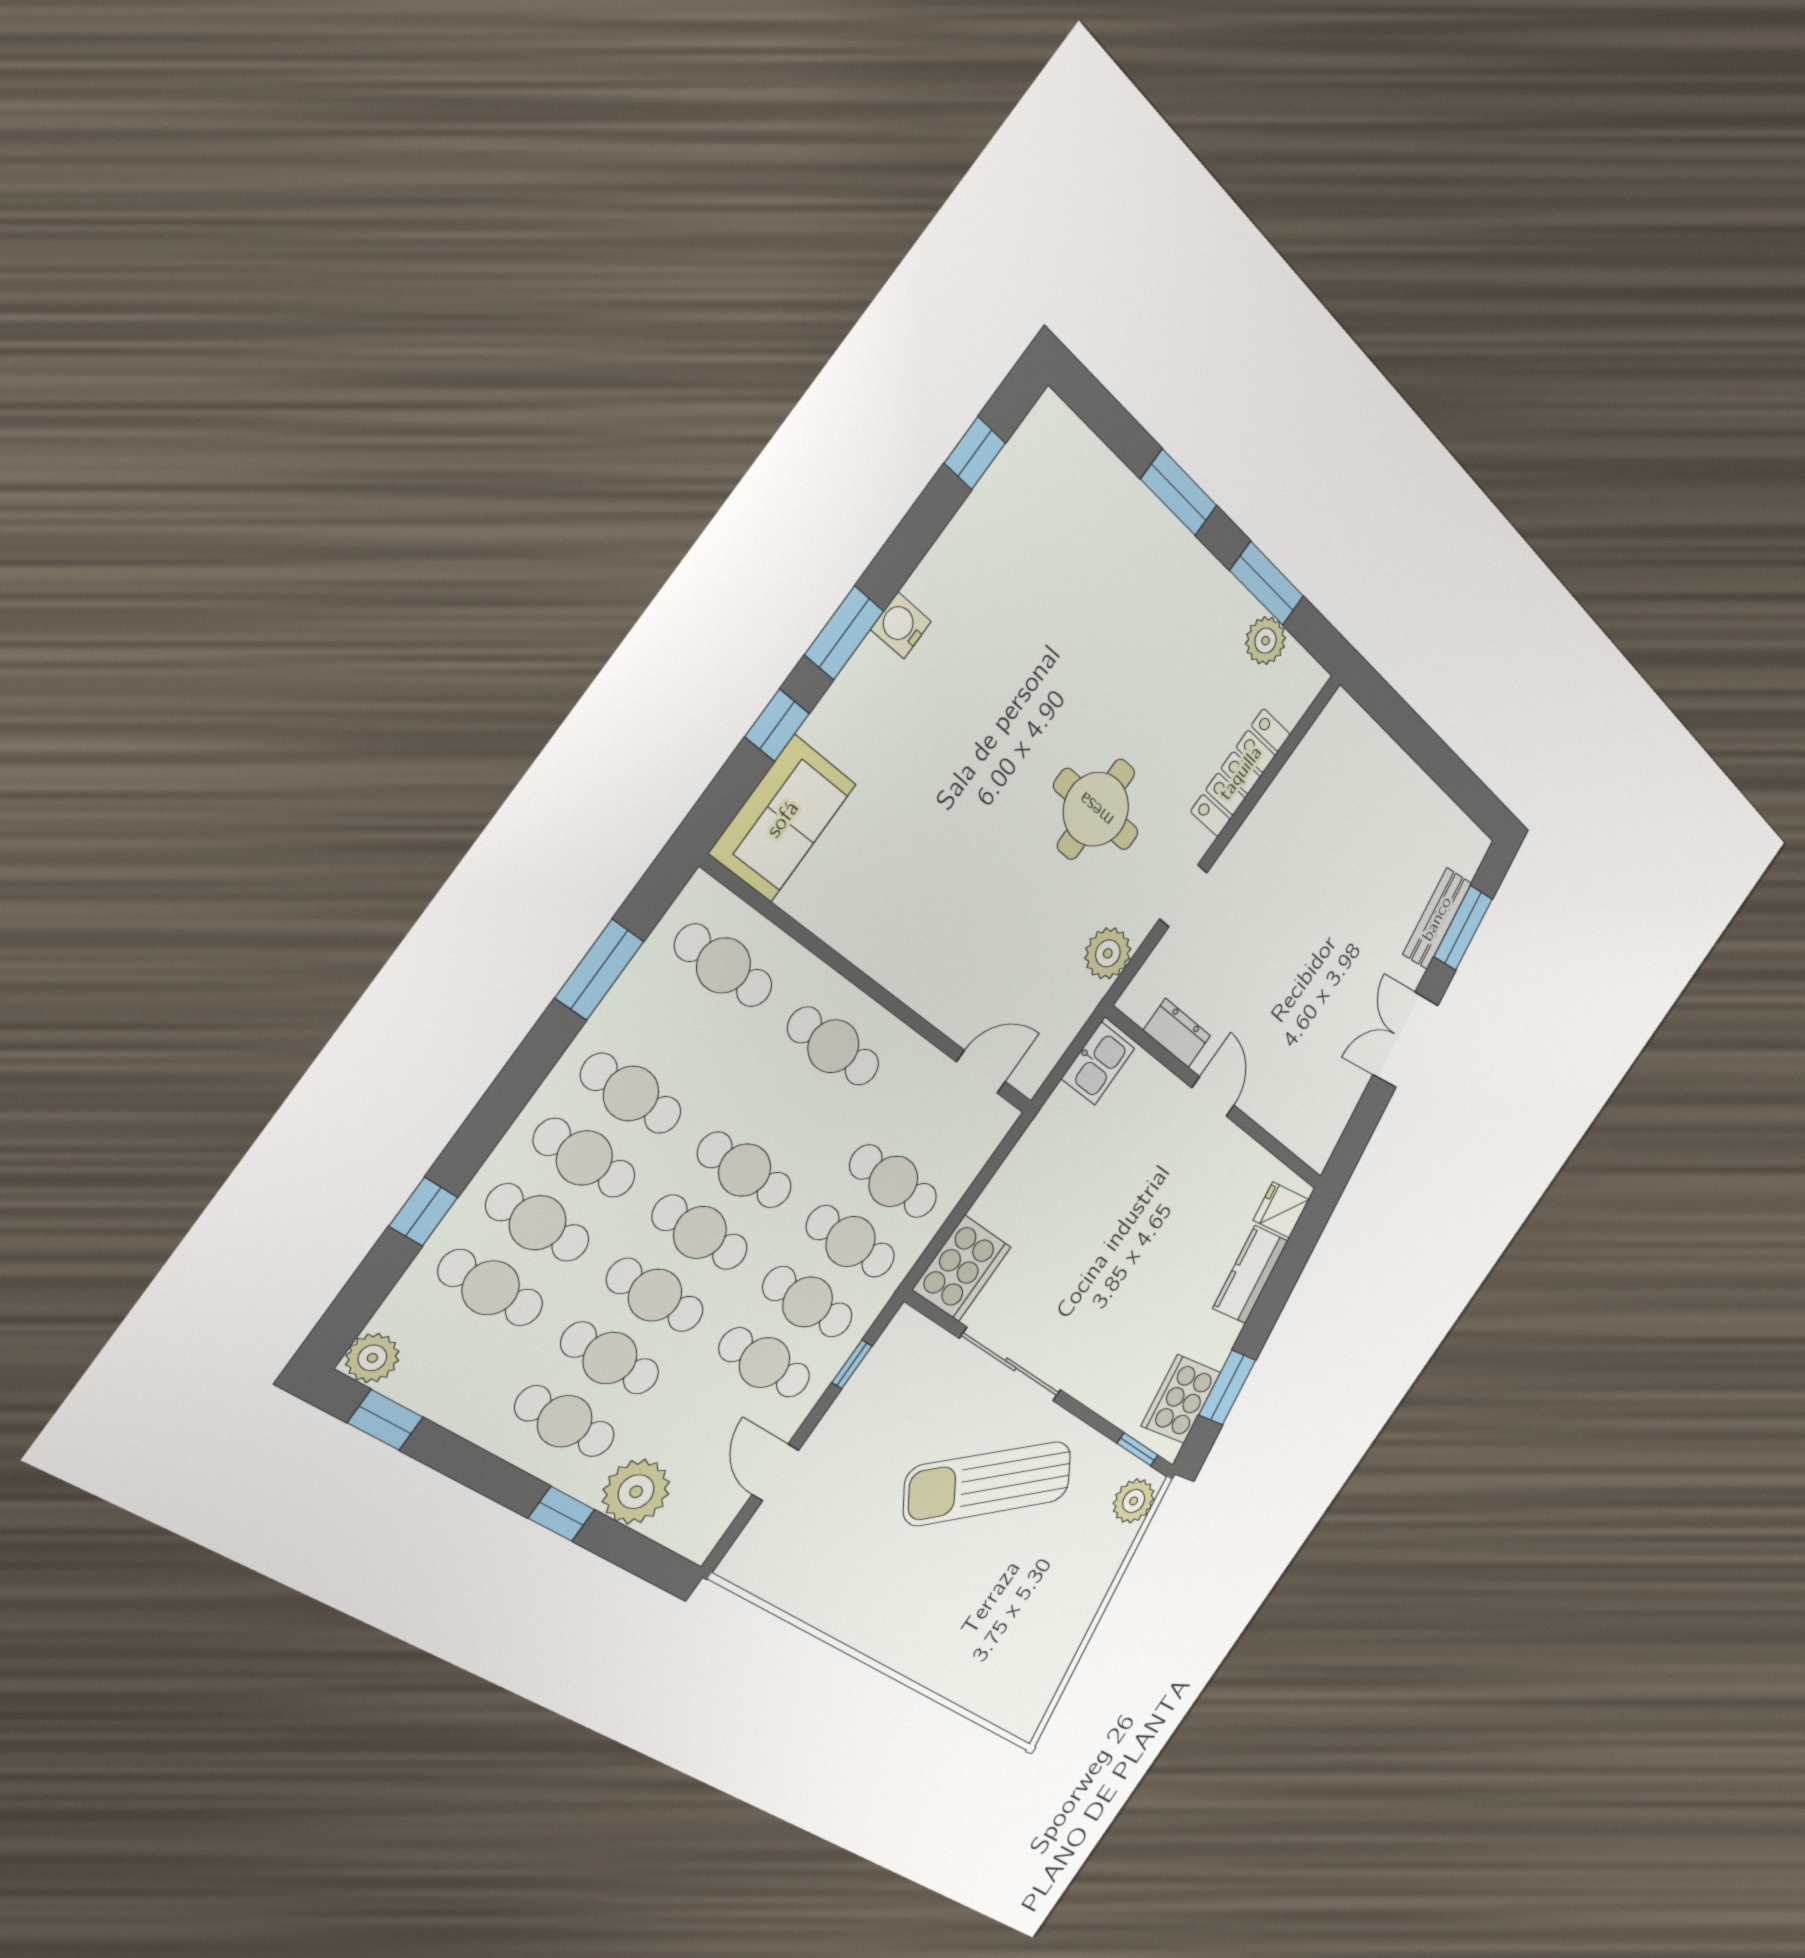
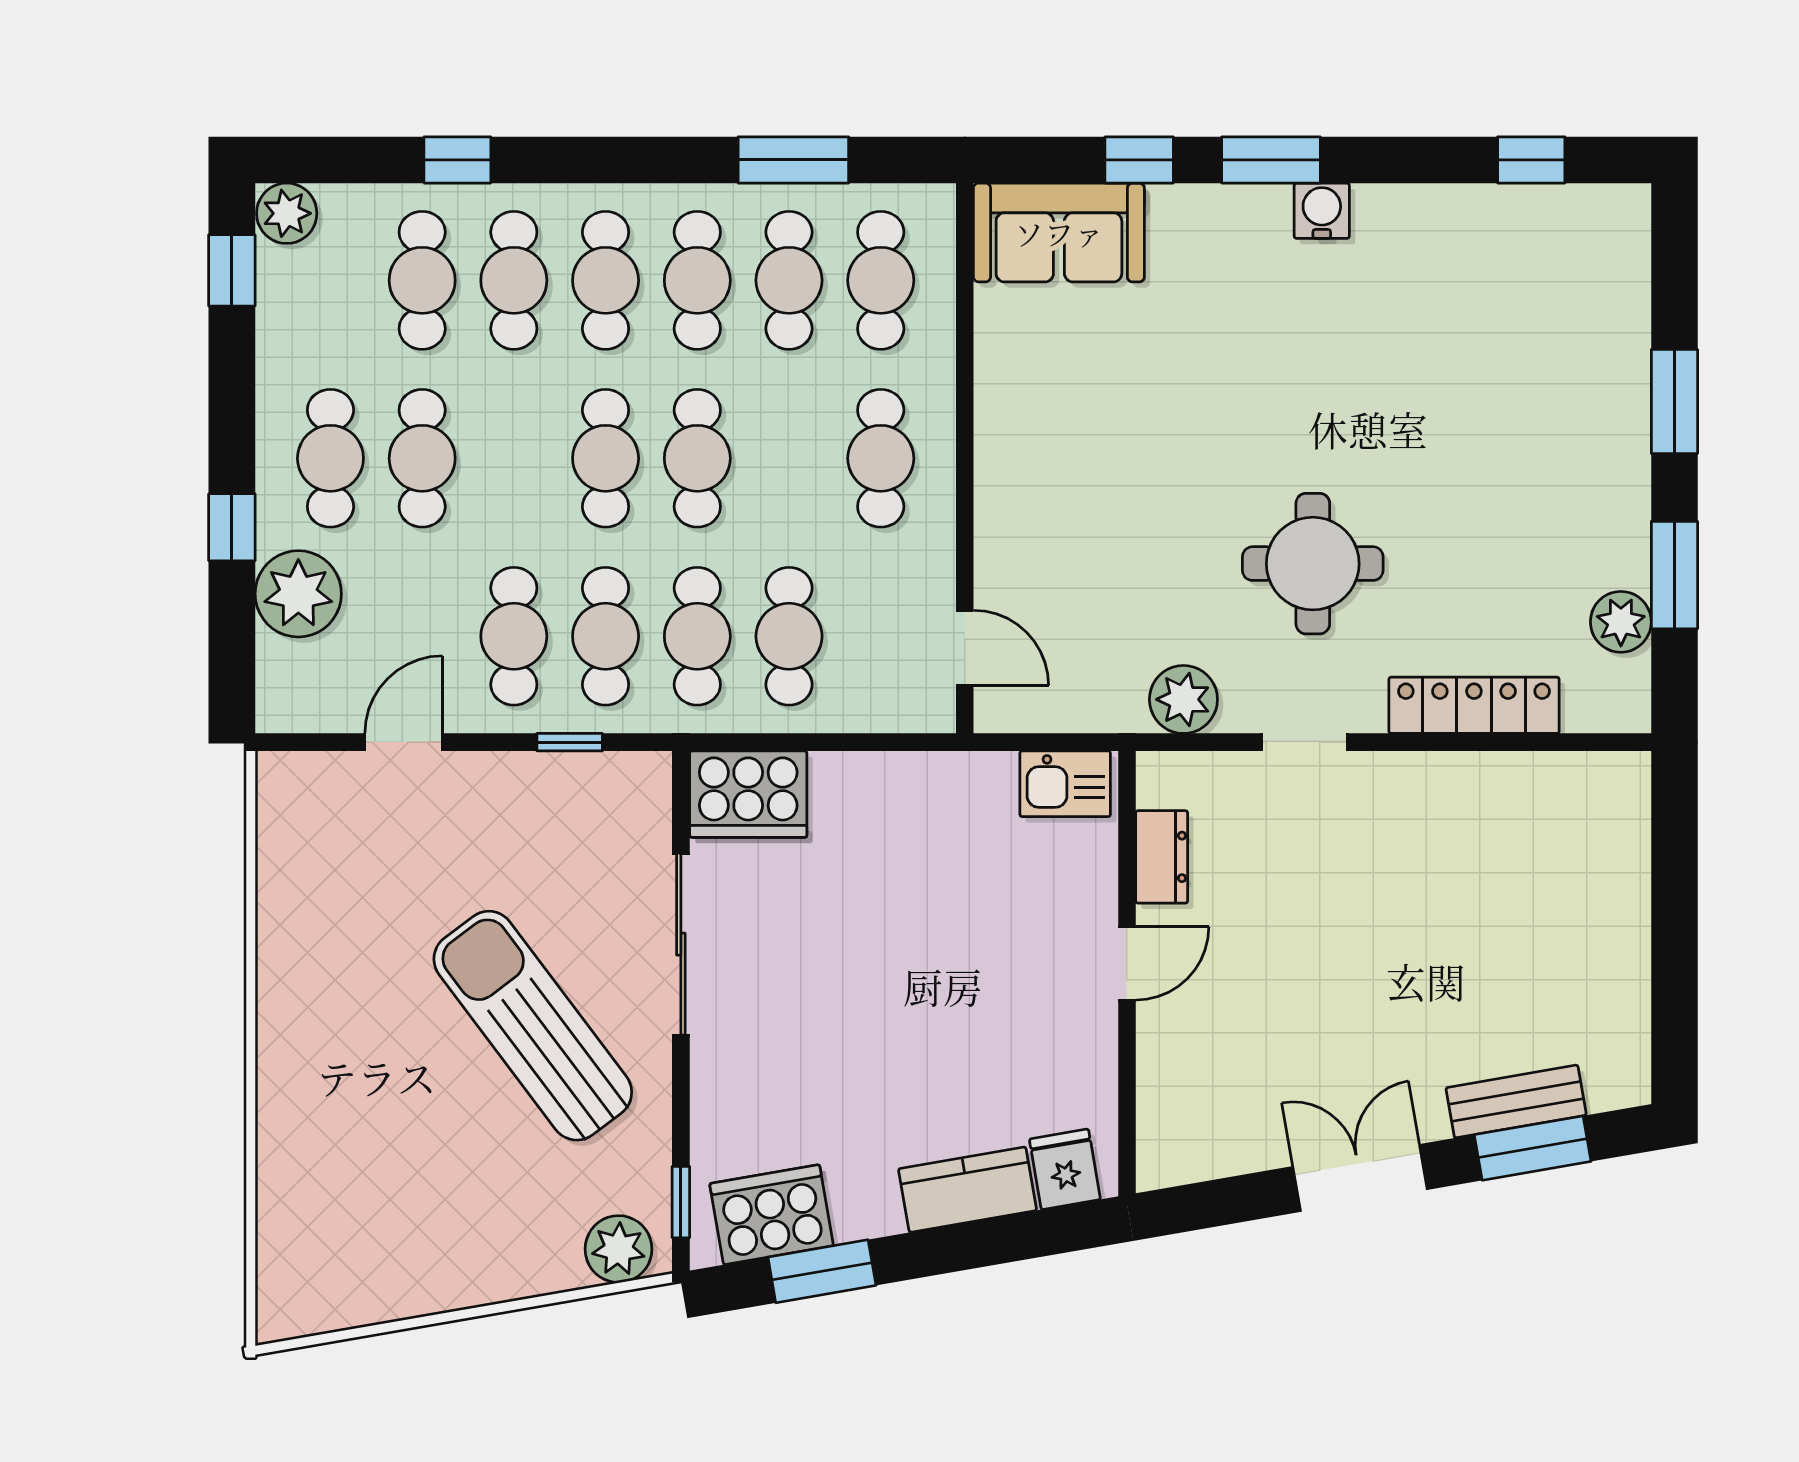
cafe table: (655, 1295) -> (789, 280), moved

